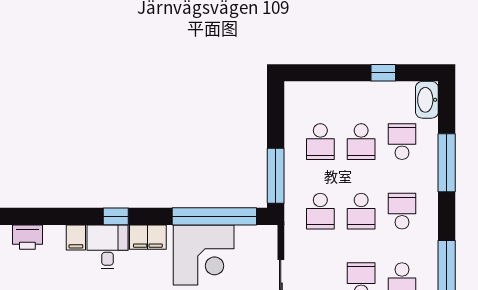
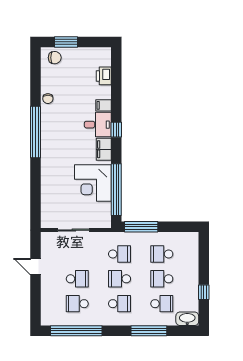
school desk: (320, 211) -> (120, 254), turned 180

